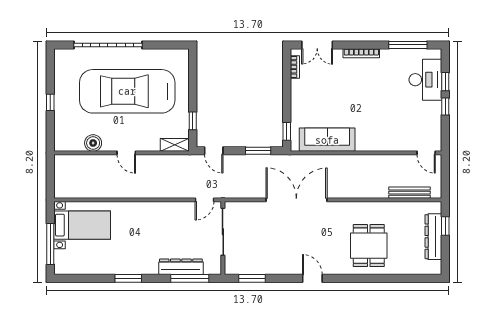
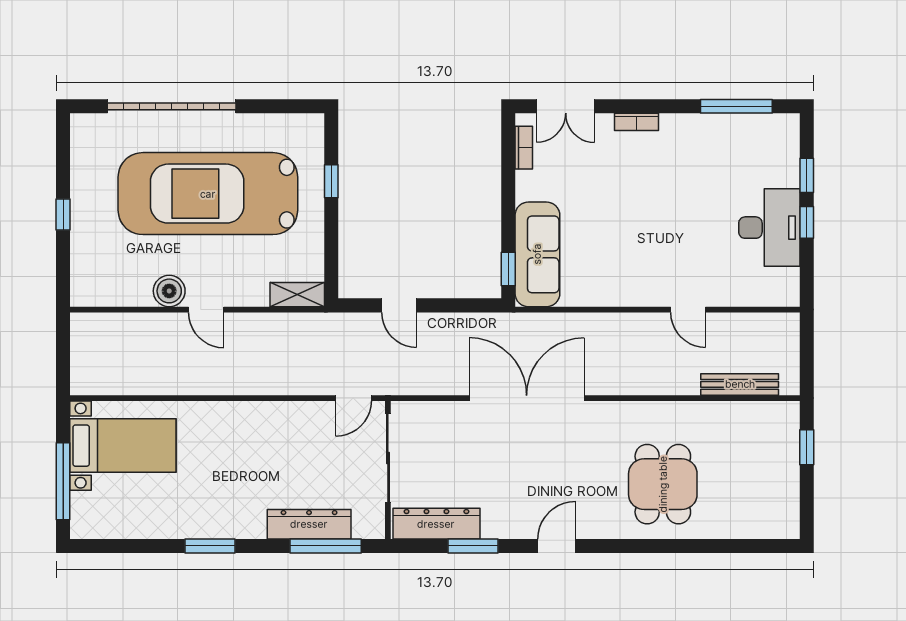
bookcase: (361, 53) -> (637, 122), width x0.64
desk: (425, 80) -> (769, 228), moved
window: (193, 121) -> (331, 181), moved
sofa: (327, 140) -> (537, 254), moved, turned 90
boiler: (93, 143) -> (169, 291), moved
door: (214, 151) -> (399, 305), moved
window: (258, 151) -> (455, 305), removed
door: (426, 153) -> (688, 310), moved
dresser: (433, 237) -> (436, 524), moved, turned 90
window: (252, 278) -> (473, 546), moved
door: (312, 278) -> (557, 546), hinge flipped

